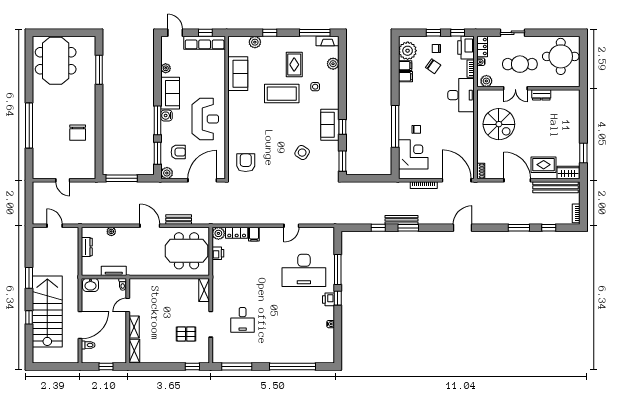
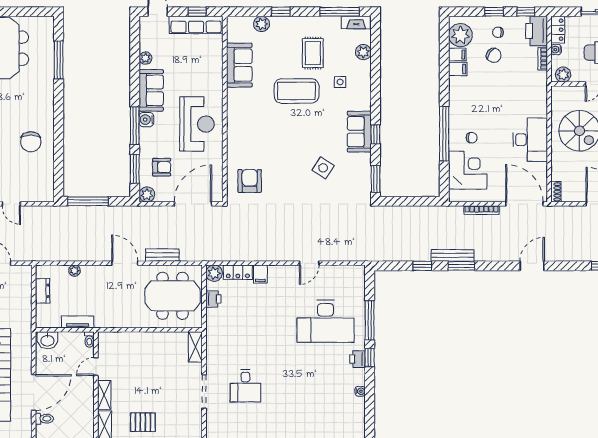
desk: (461, 95) -> (530, 140), moved
pallet: (186, 334) -> (143, 422), moved

